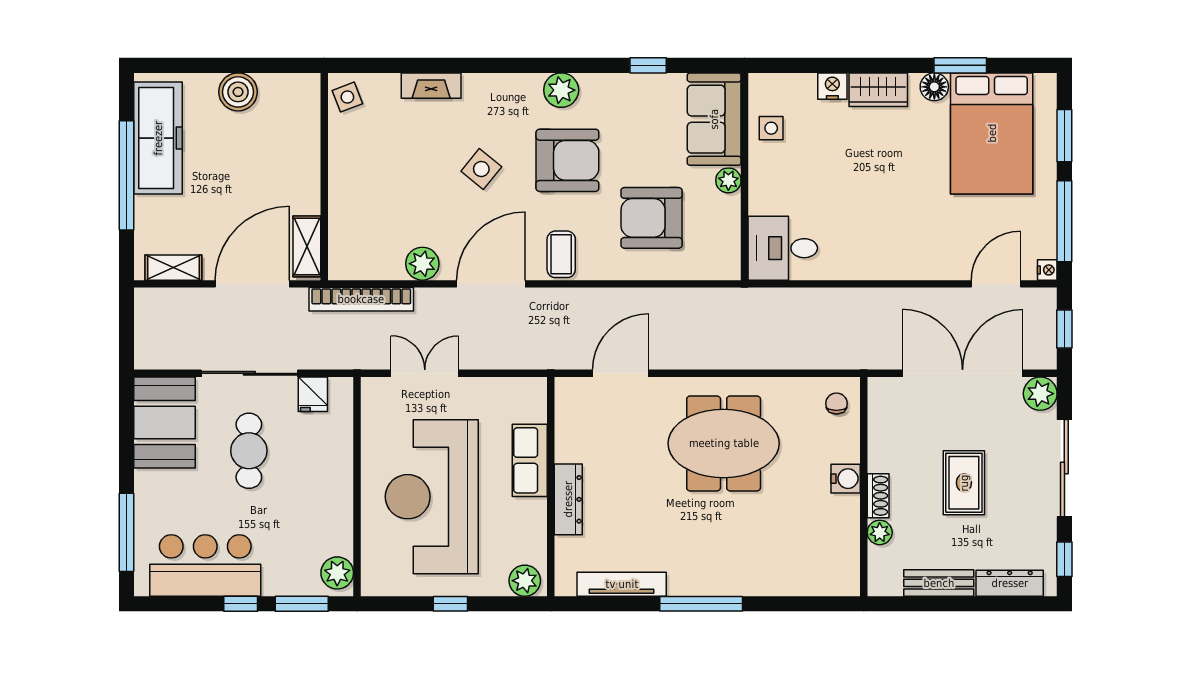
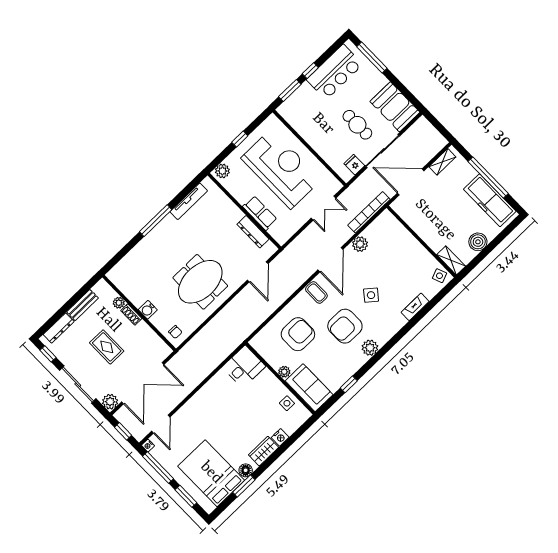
shelving: (307, 246) -> (451, 260), moved
door: (252, 284) -> (411, 182), swing flipped
dresser: (568, 499) -> (253, 232), moved
plant: (337, 573) -> (288, 112), removed

